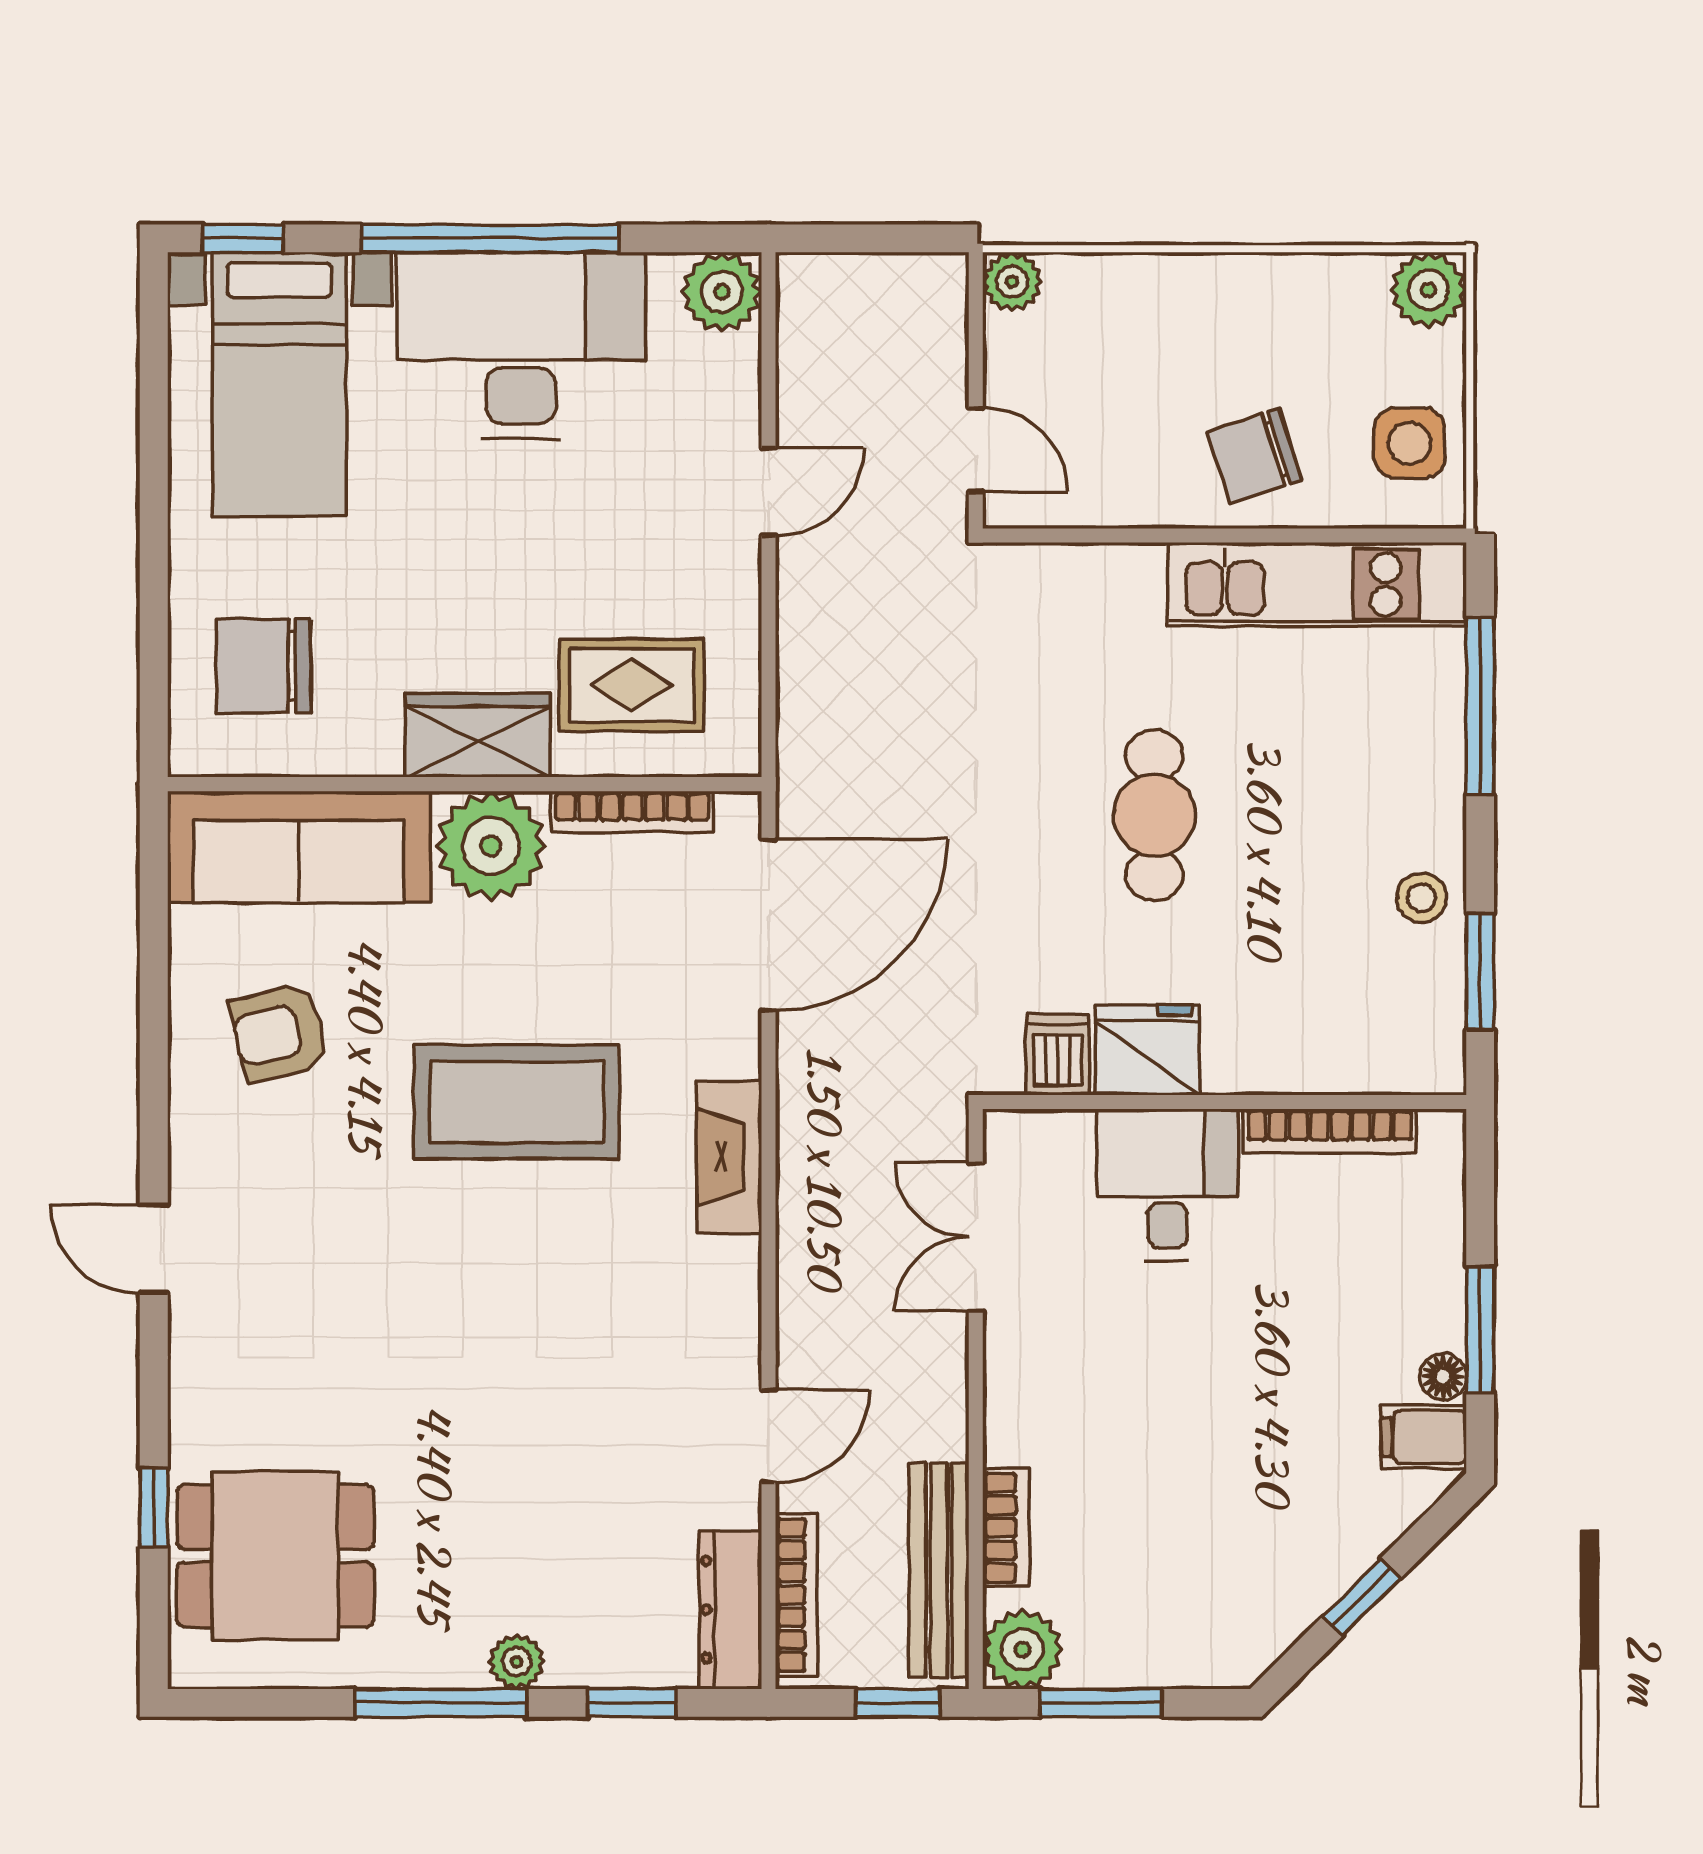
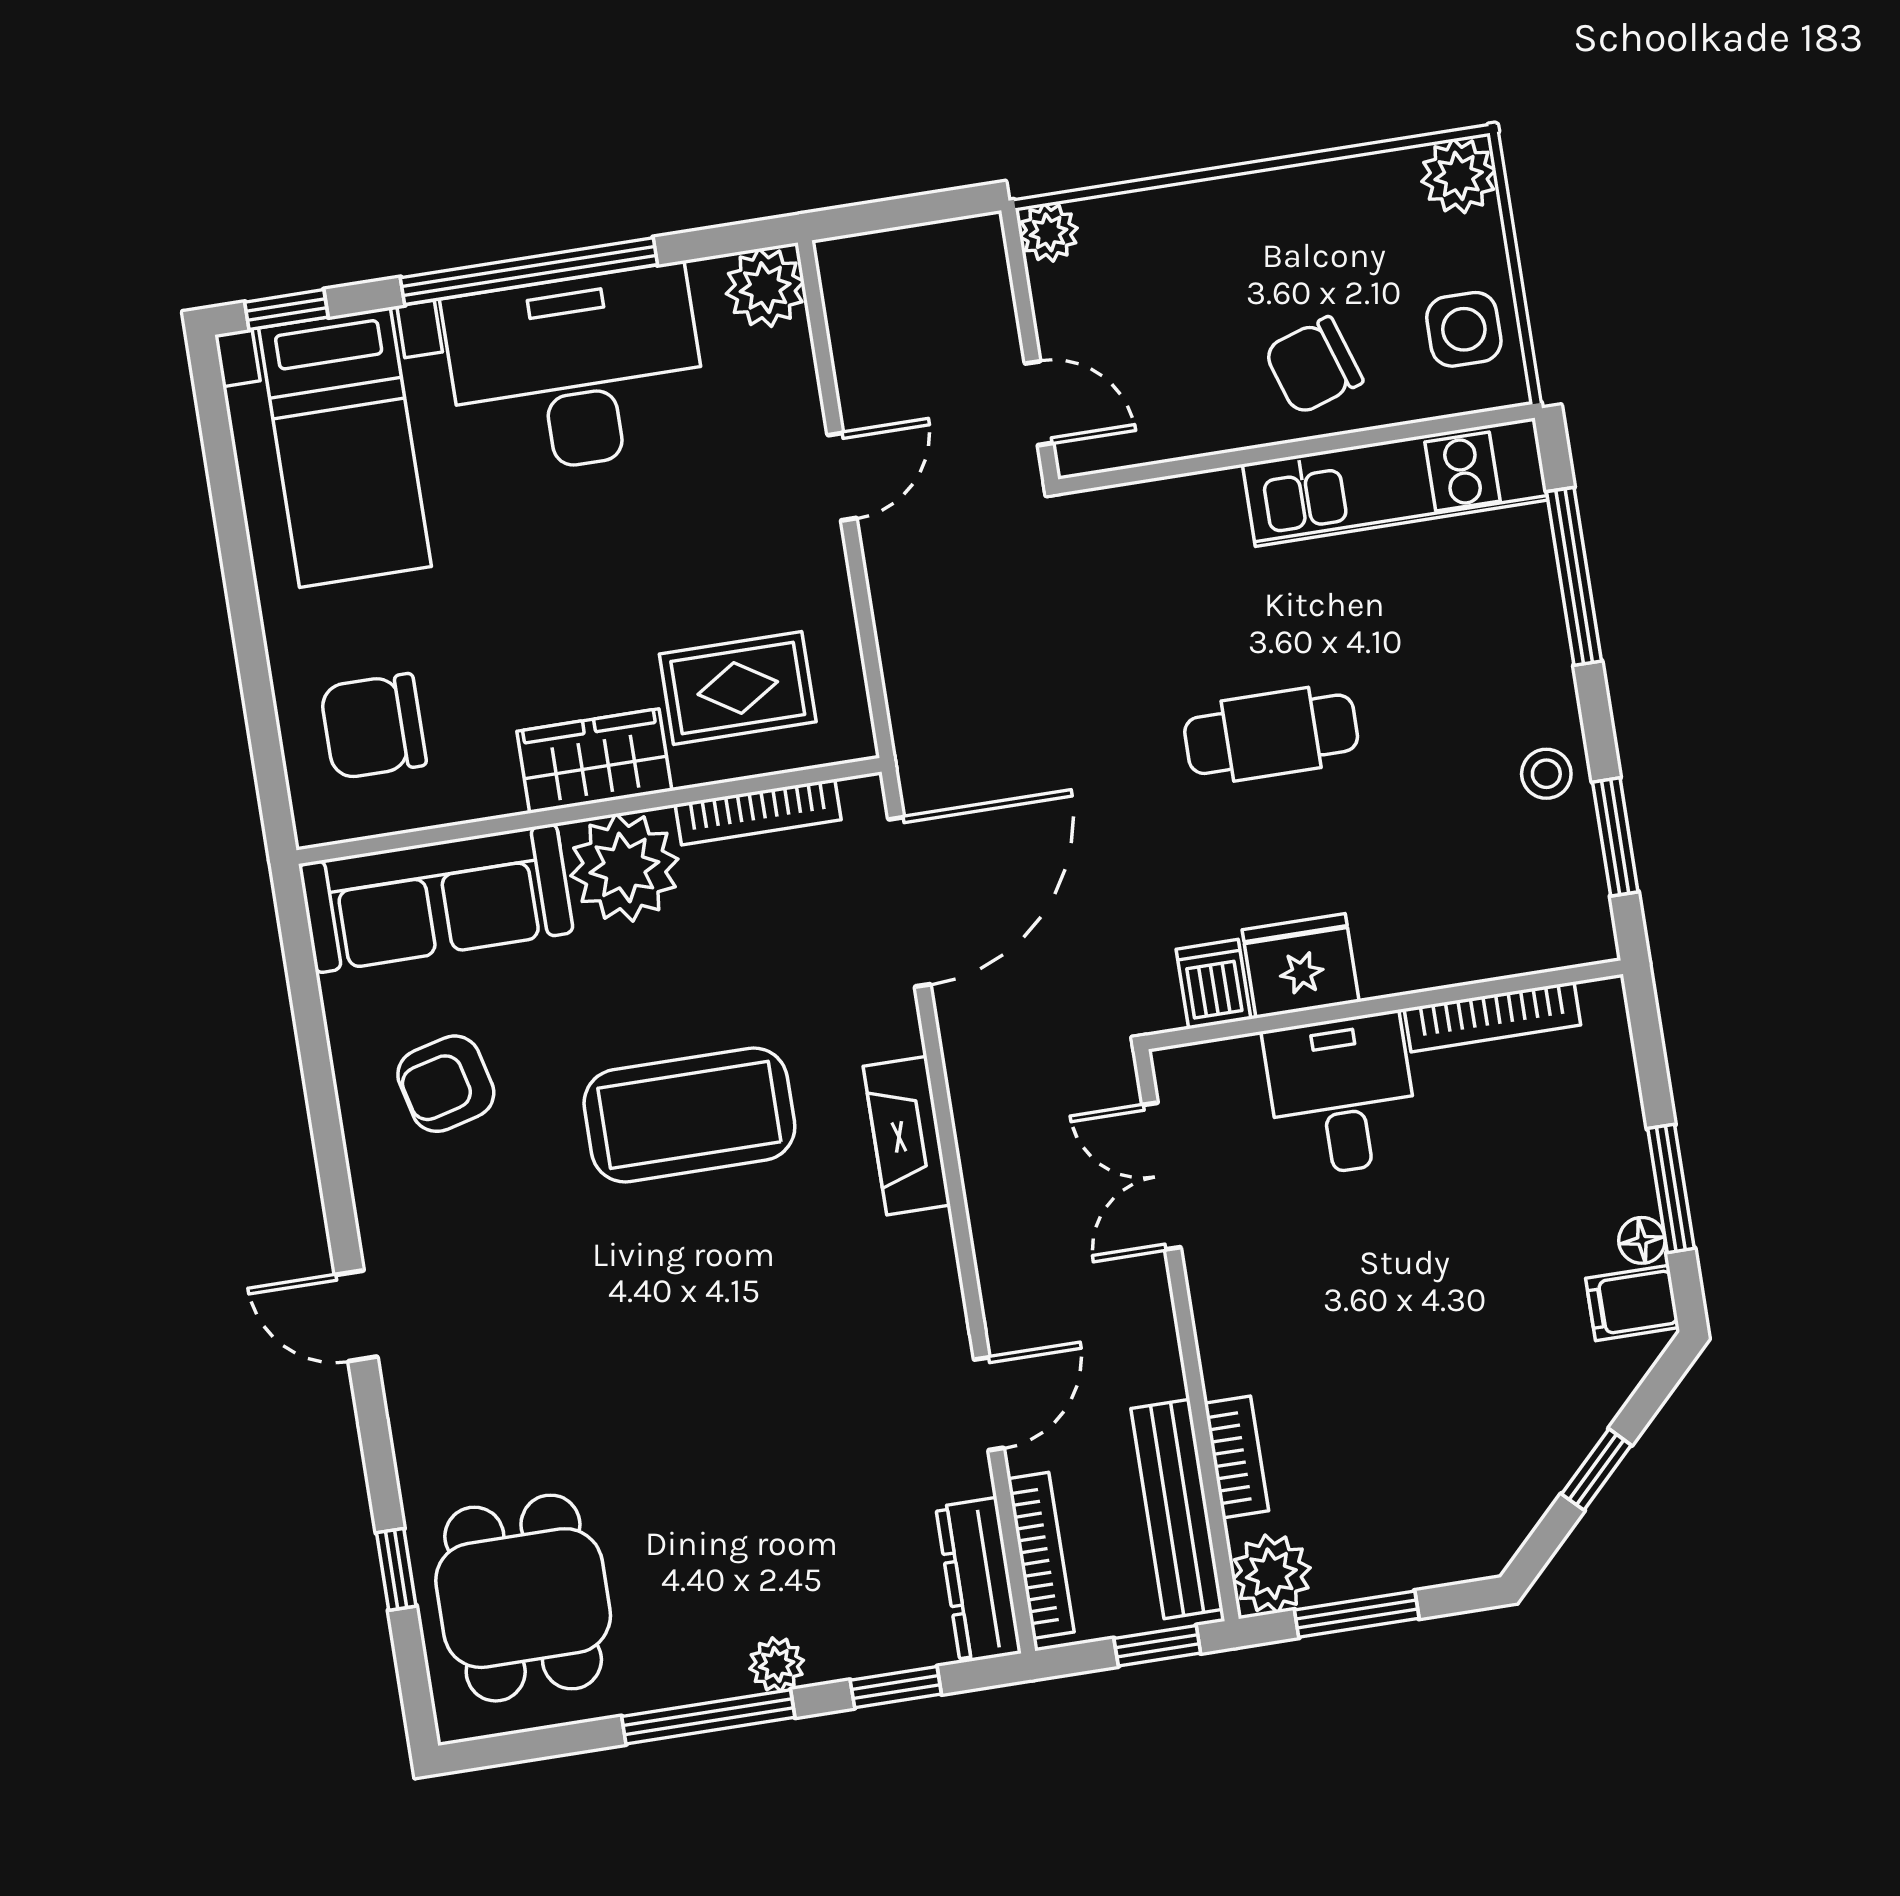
cafe table: (1154, 815) -> (1271, 734), turned 90
dining table: (275, 1556) -> (523, 1598), turned 90

